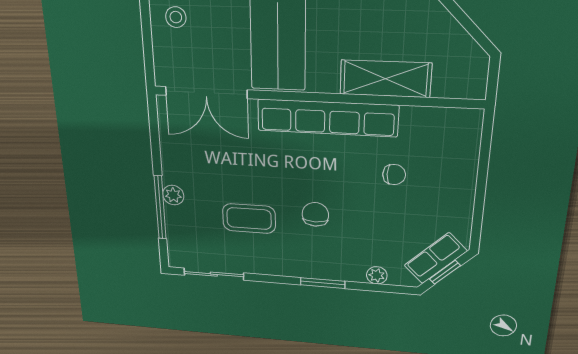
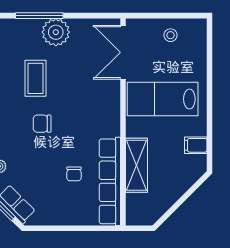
row of seats: (327, 118) -> (110, 181), moved
plant: (173, 195) -> (56, 32), width x1.87, depth x1.87
chair: (315, 214) -> (42, 124), turned 180

